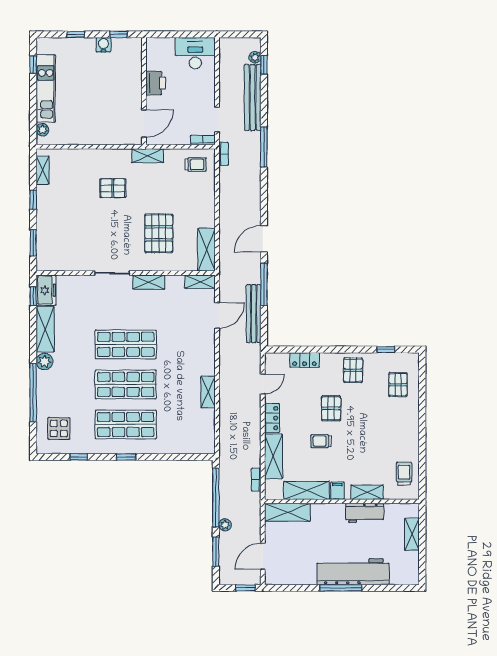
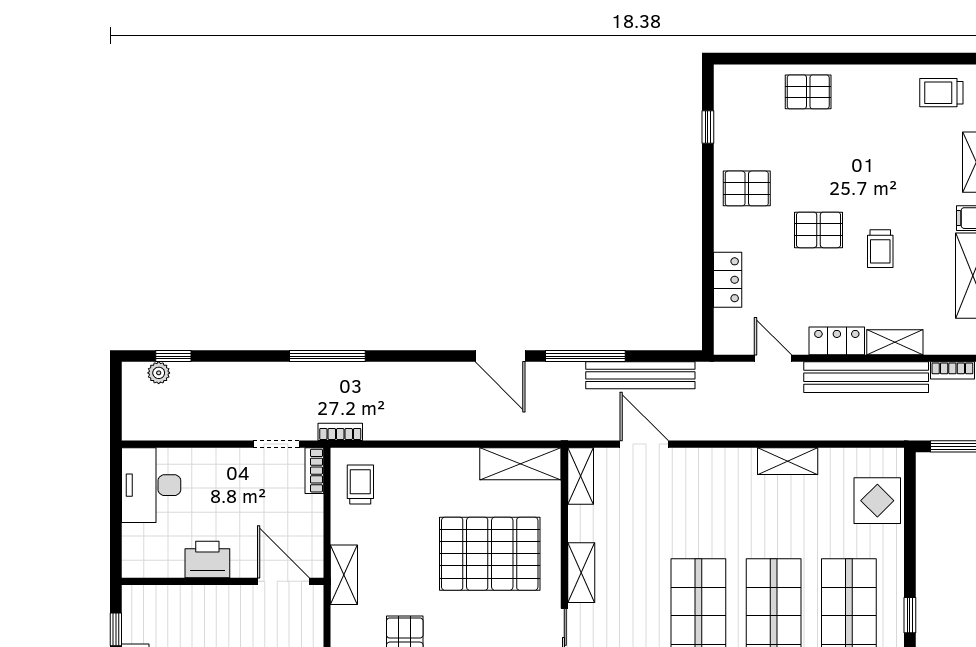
bench: (253, 97) -> (866, 377), moved
pallet: (159, 233) -> (490, 554), width x1.37, depth x1.41
pallet: (398, 385) -> (808, 92), moved
display table: (187, 440) -> (877, 501), added
shelving: (273, 456) -> (895, 342), width x0.67, depth x0.75

